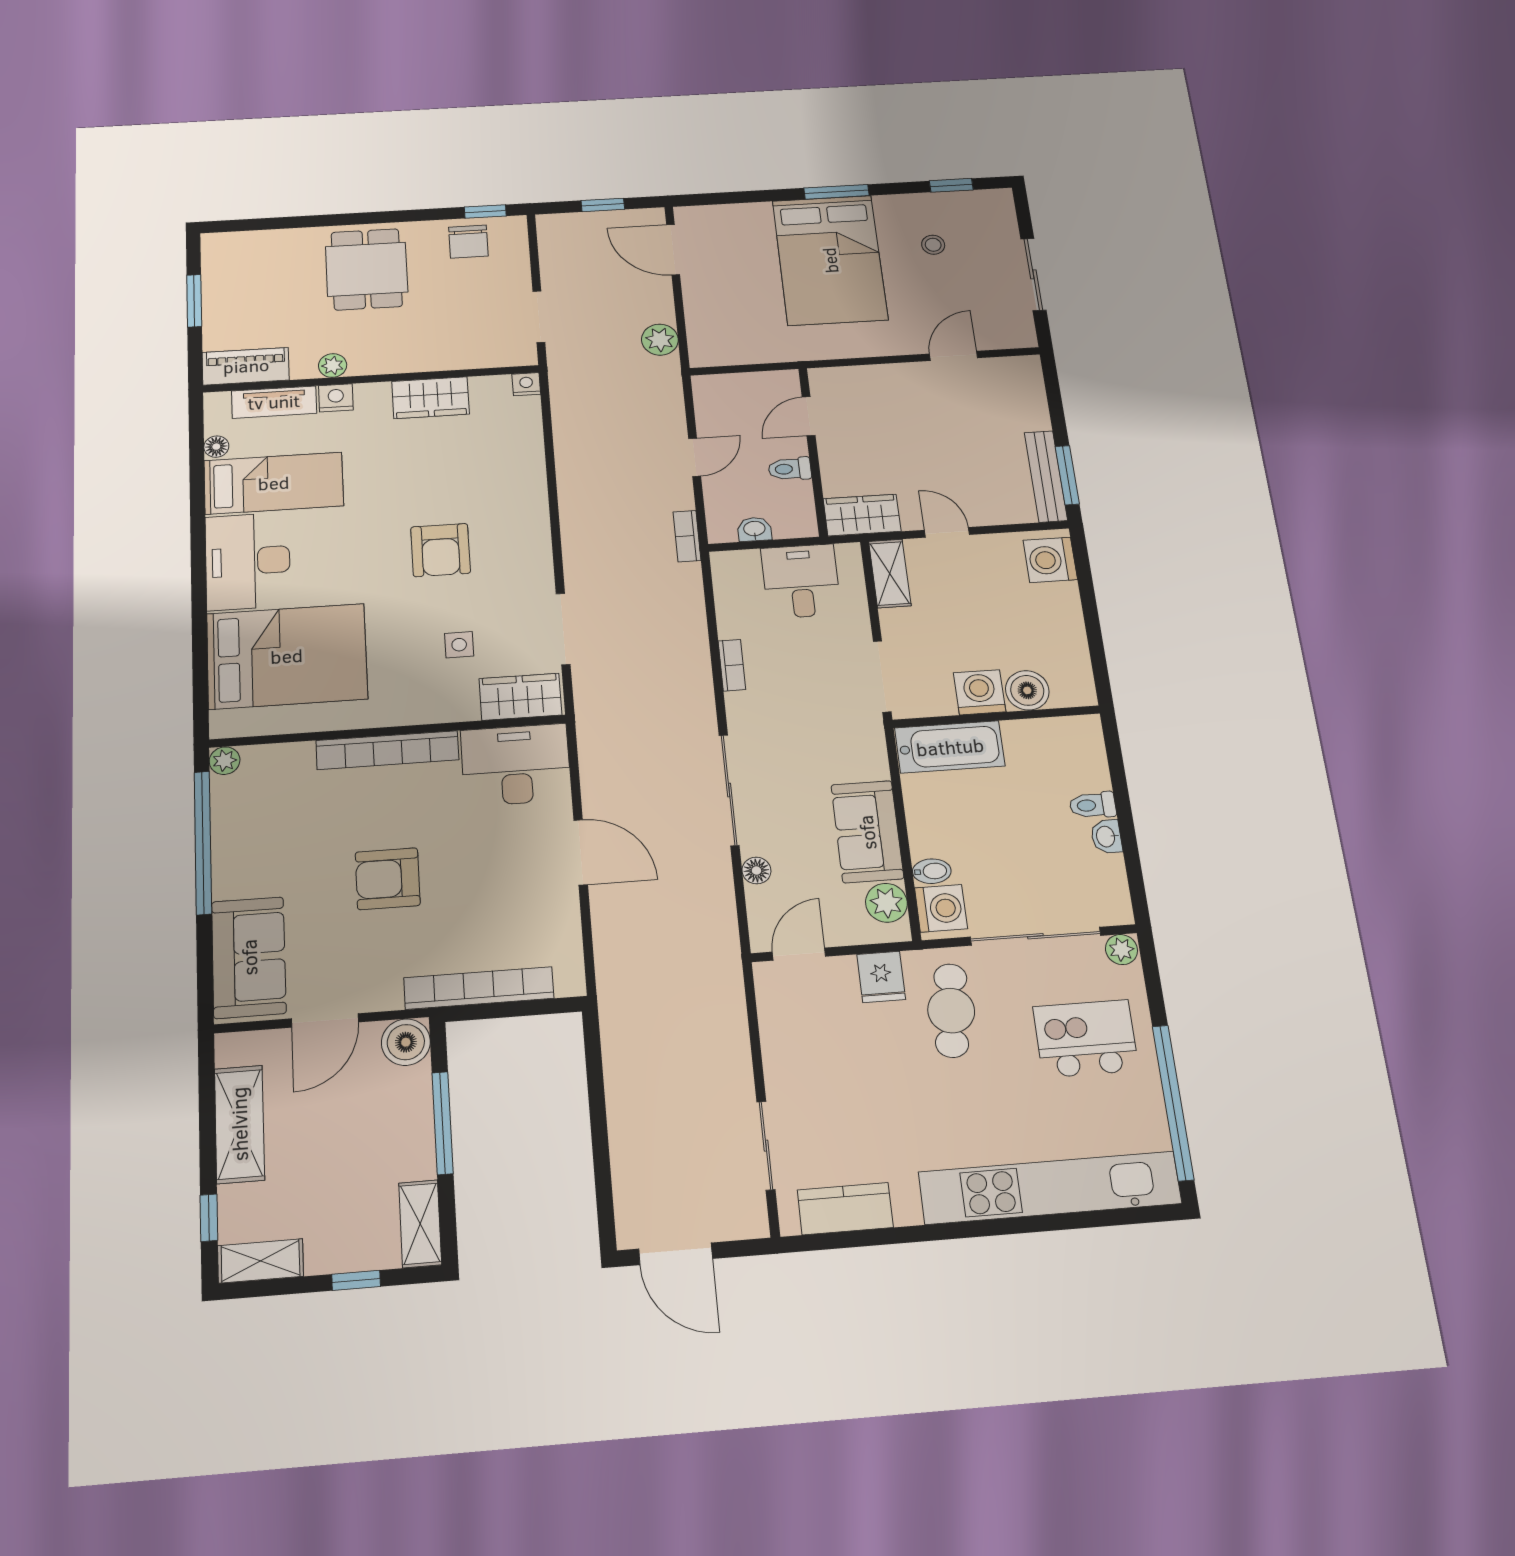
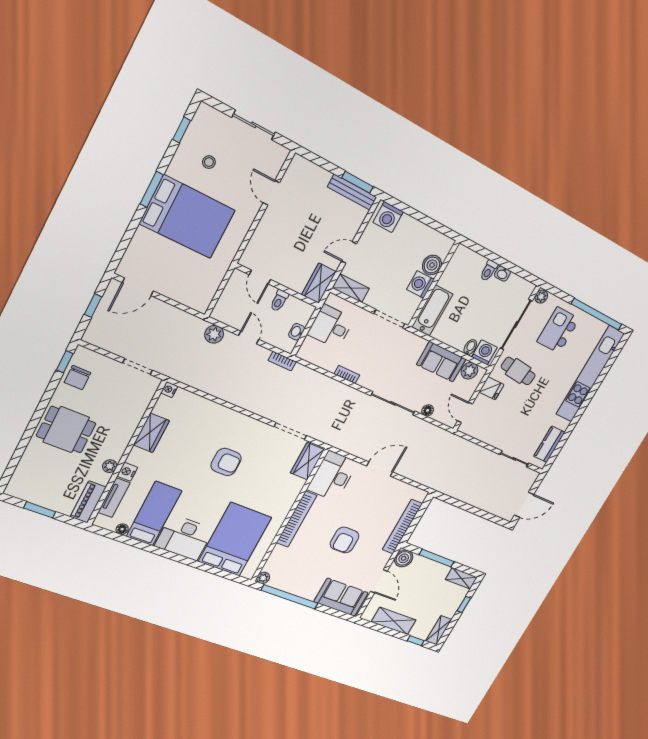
chair: (468, 242) -> (77, 378), turned 90
plant: (660, 340) -> (214, 334), moved
side table: (459, 645) -> (271, 474), removed

